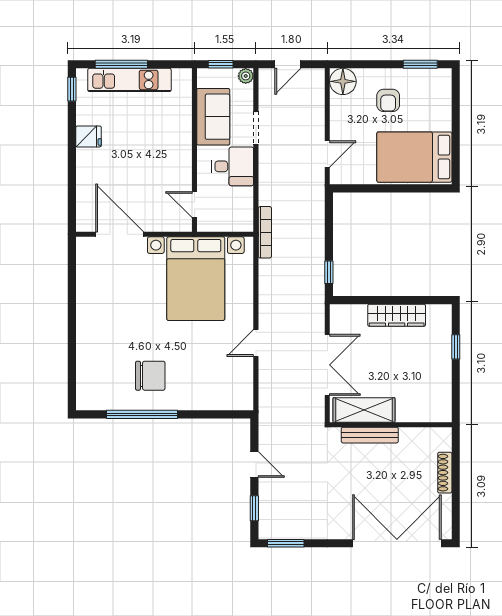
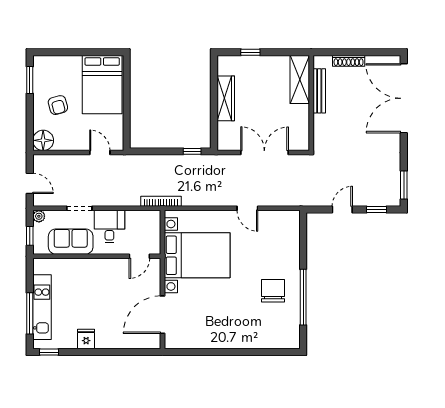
armchair: (388, 100) -> (58, 105), turned 75
shelving: (364, 410) -> (300, 79), moved
bench: (370, 435) -> (319, 91), moved

